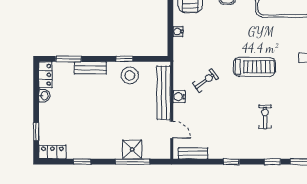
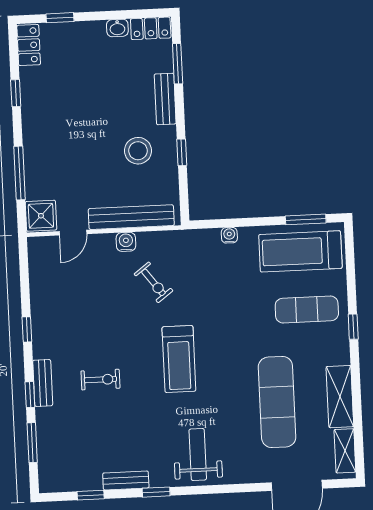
stool: (130, 75) -> (138, 151), moved
shower: (132, 149) -> (41, 216), moved
bench: (193, 153) -> (43, 383), moved

